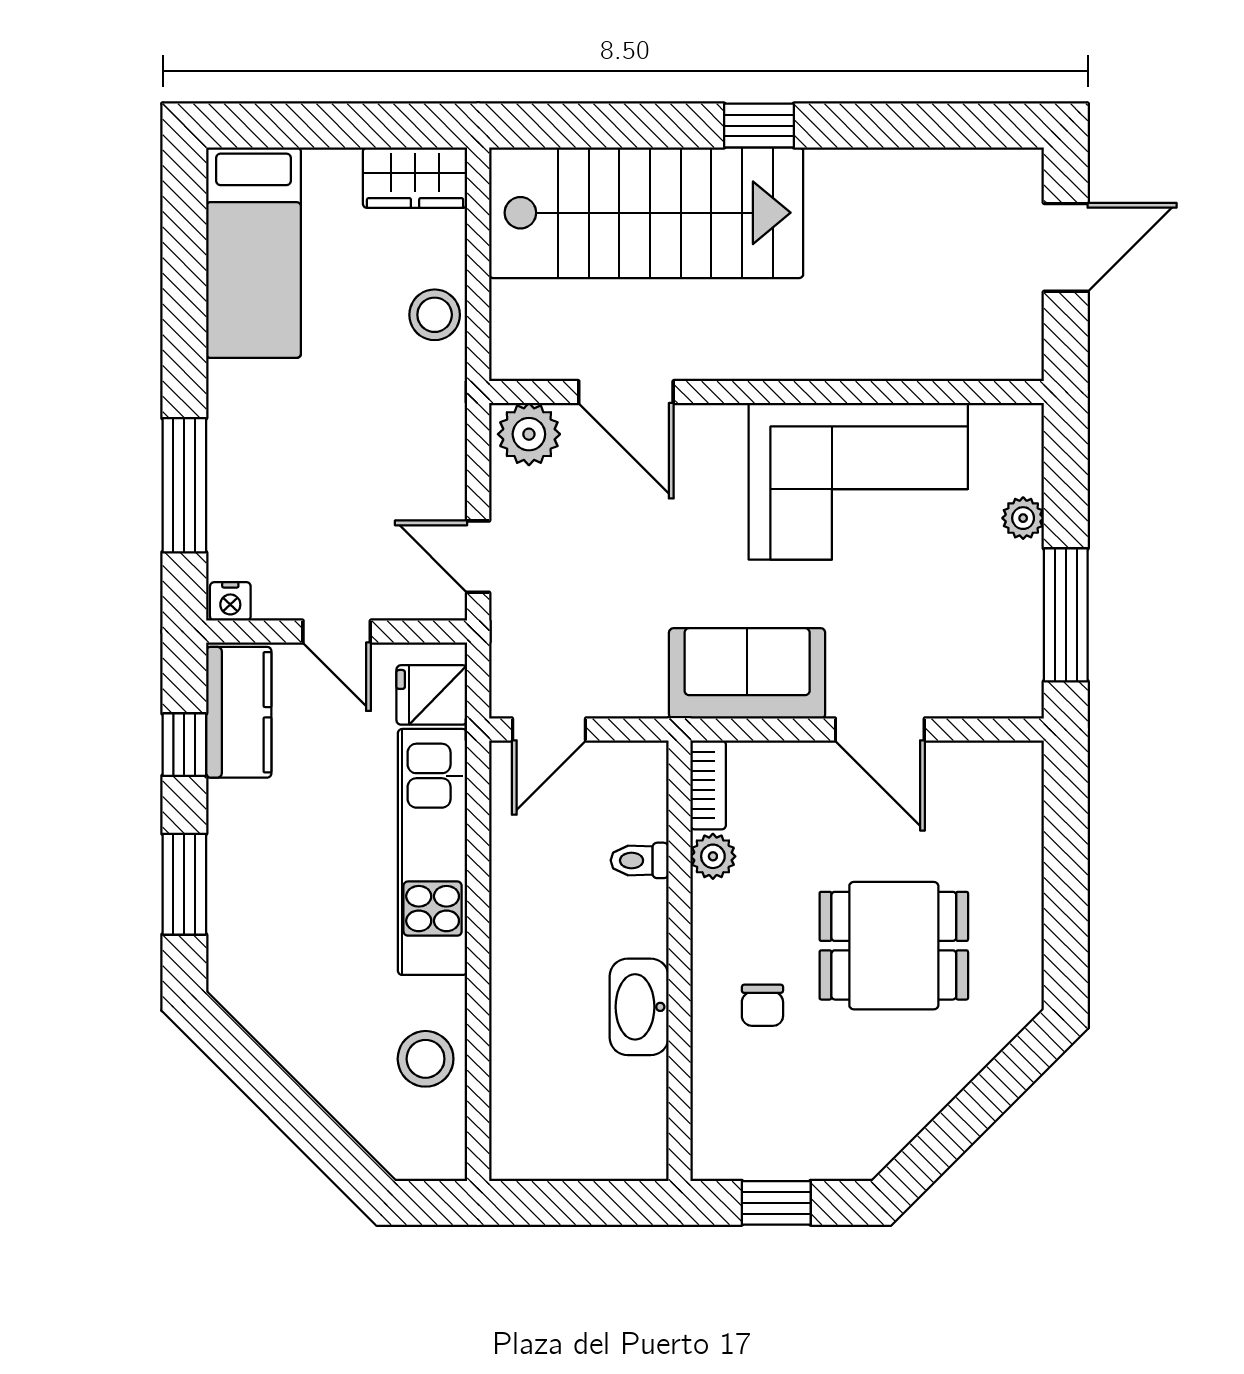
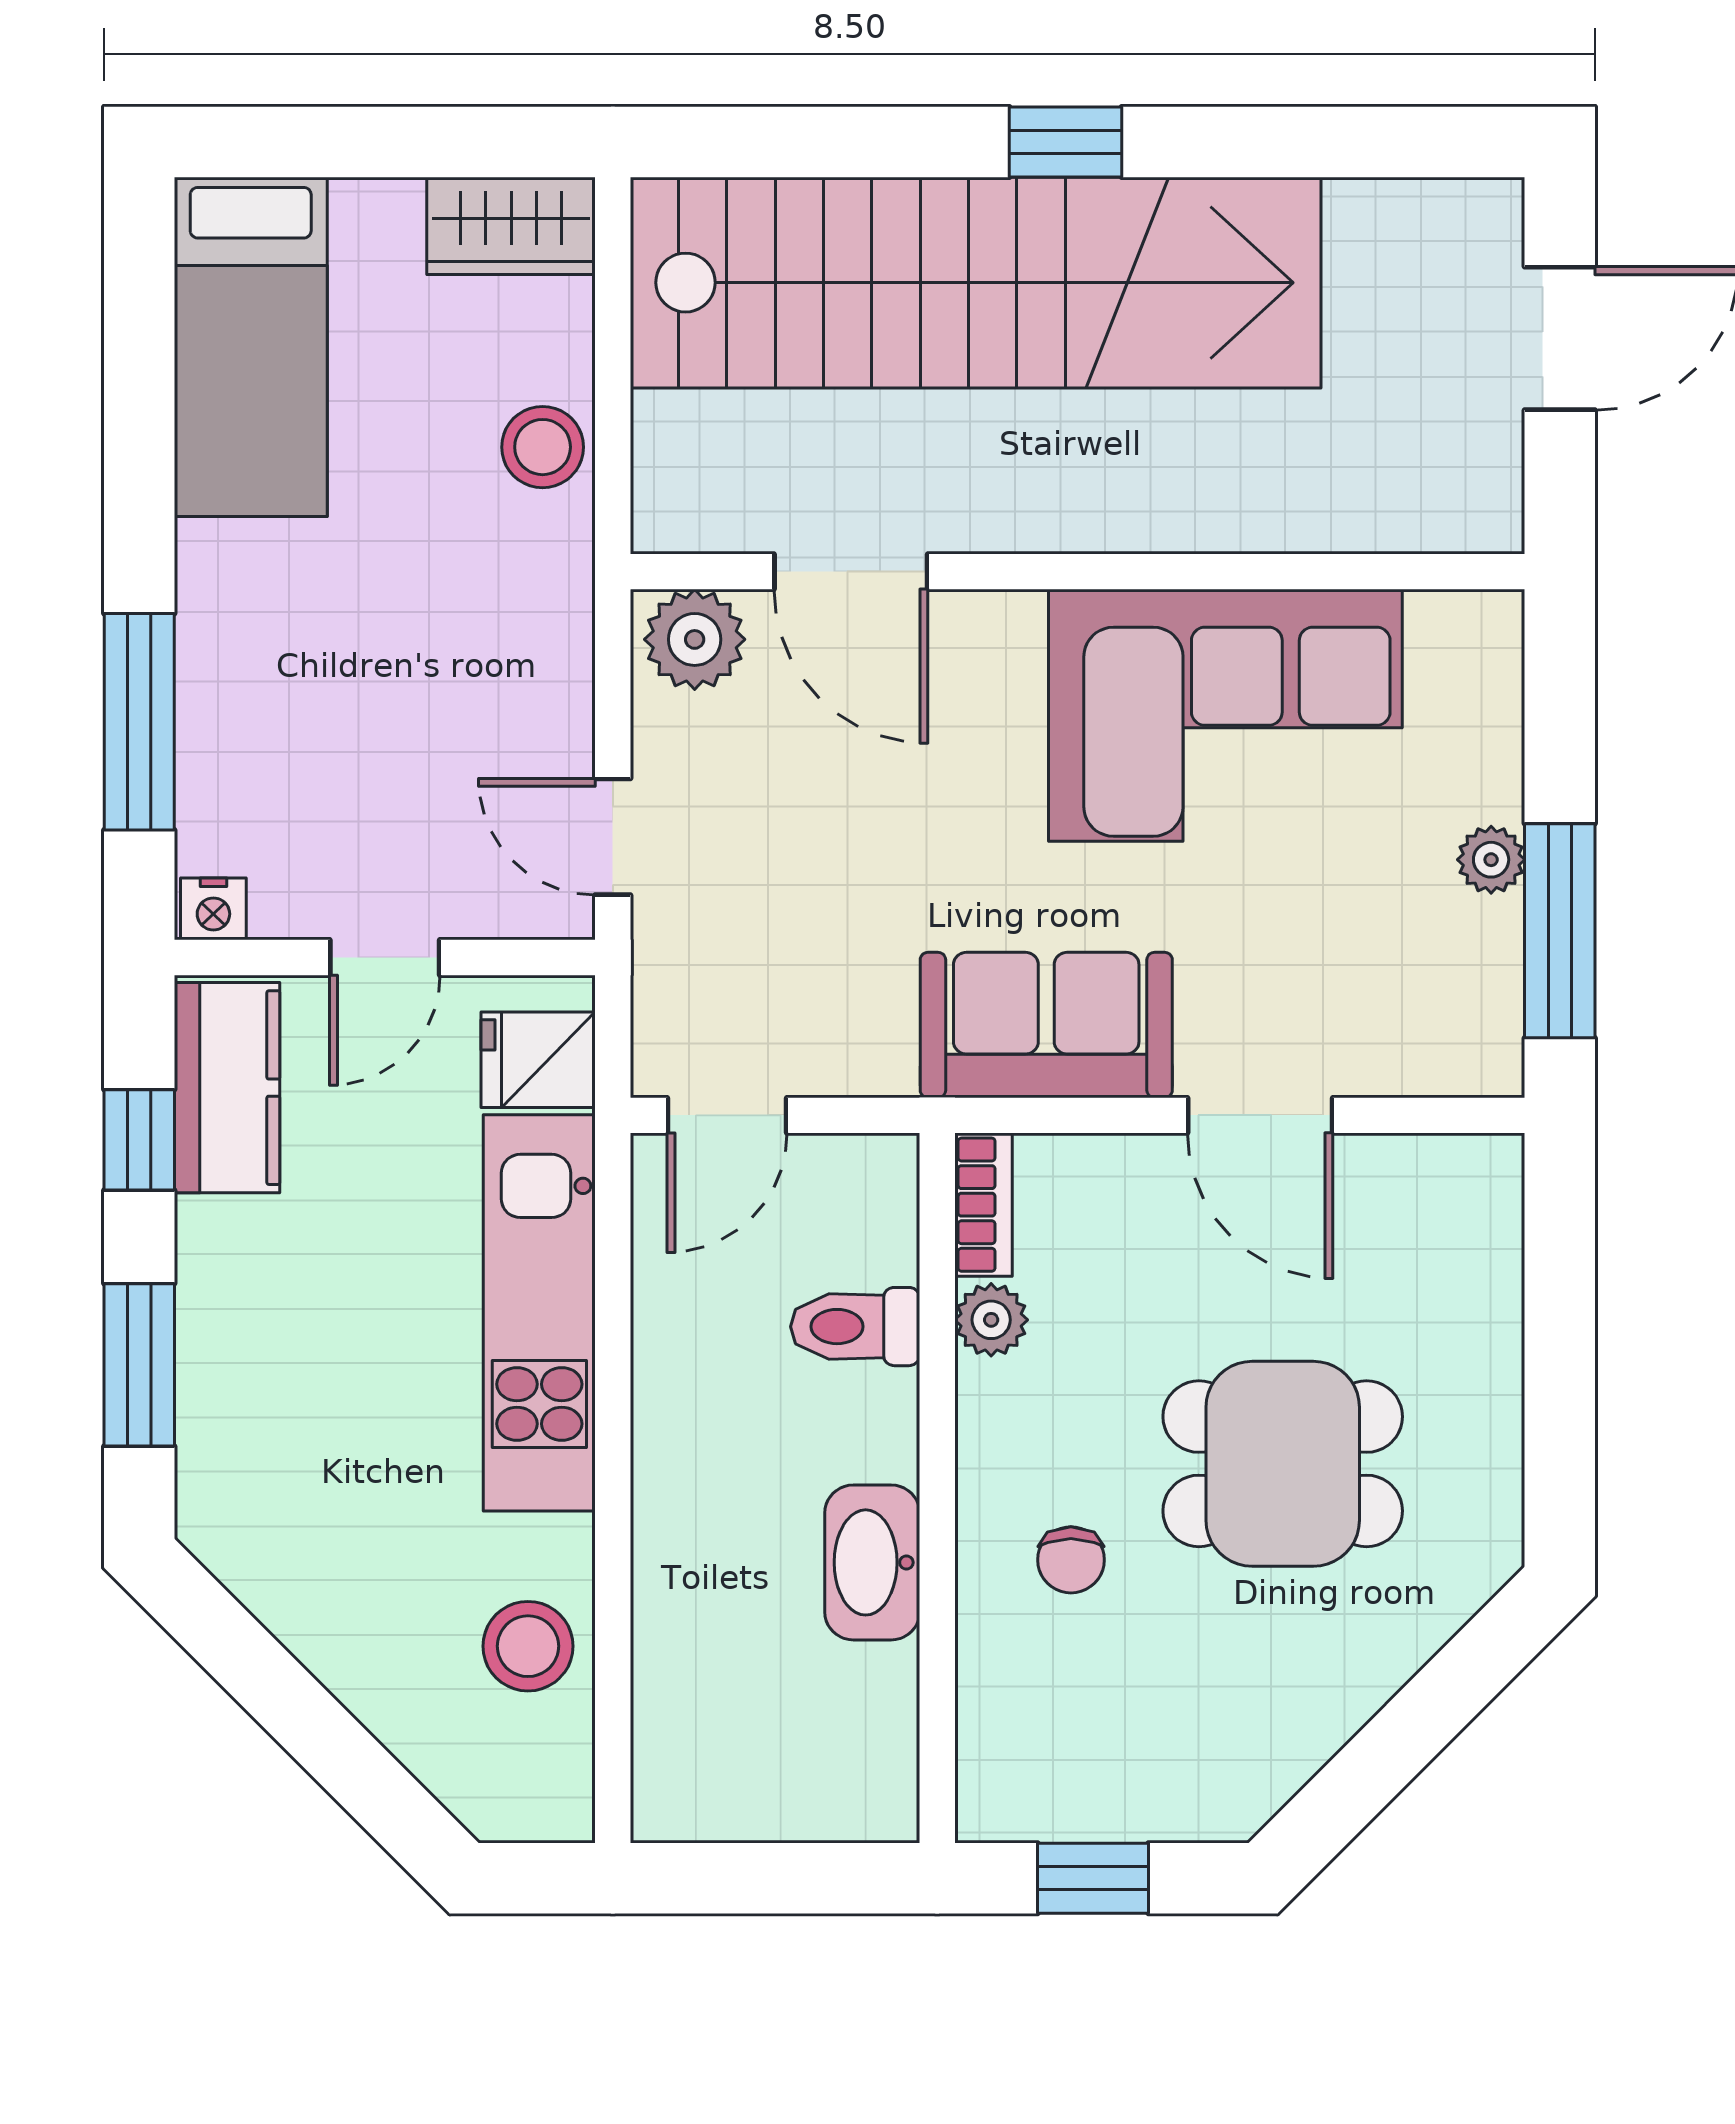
stairs: (646, 213) -> (976, 283), width x1.36
plant: (1023, 518) -> (1491, 860), moved
door: (337, 632) -> (385, 958), hinge flipped
toilet: (640, 860) -> (855, 1327), width x1.37, depth x1.39

